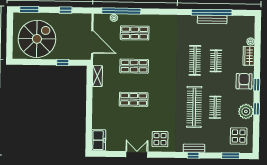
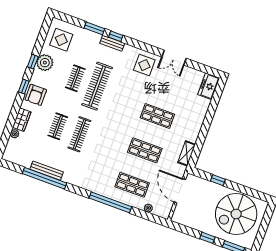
window: (66, 10) -> (207, 238), moved
window: (121, 11) -> (110, 202), moved
window: (231, 156) -> (94, 28), moved

